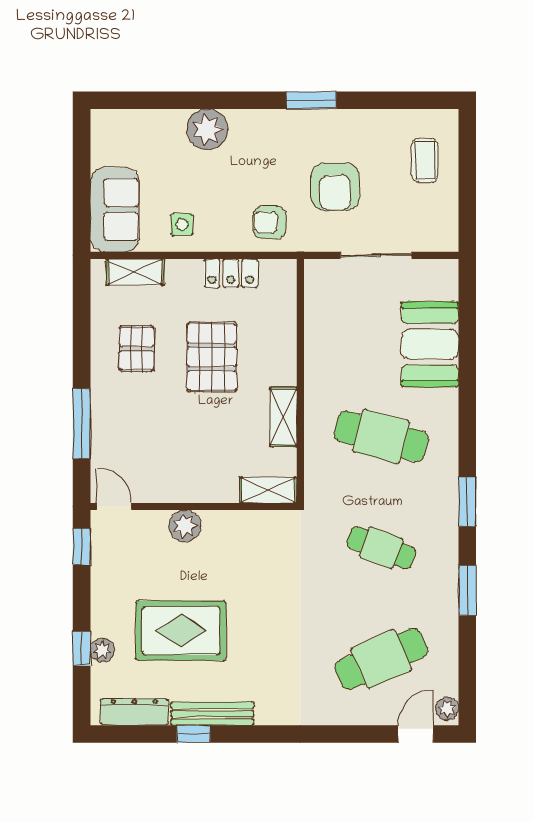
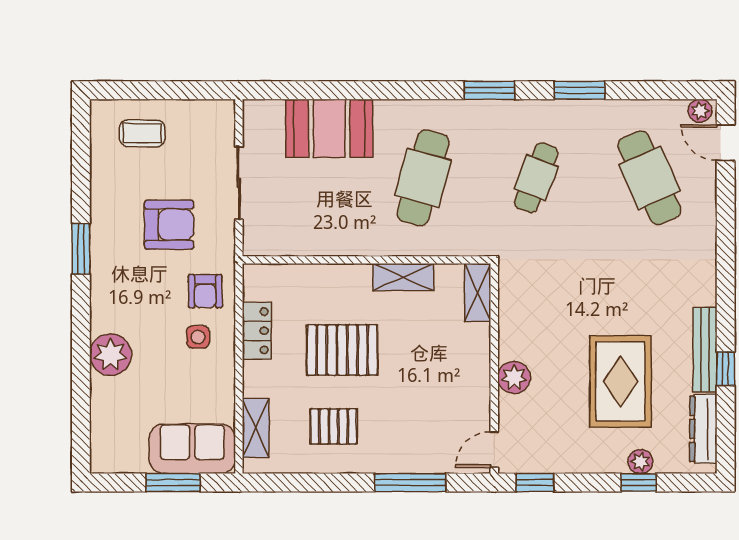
window: (82, 191) -> (173, 483), added
side table: (182, 225) -> (198, 337), moved

